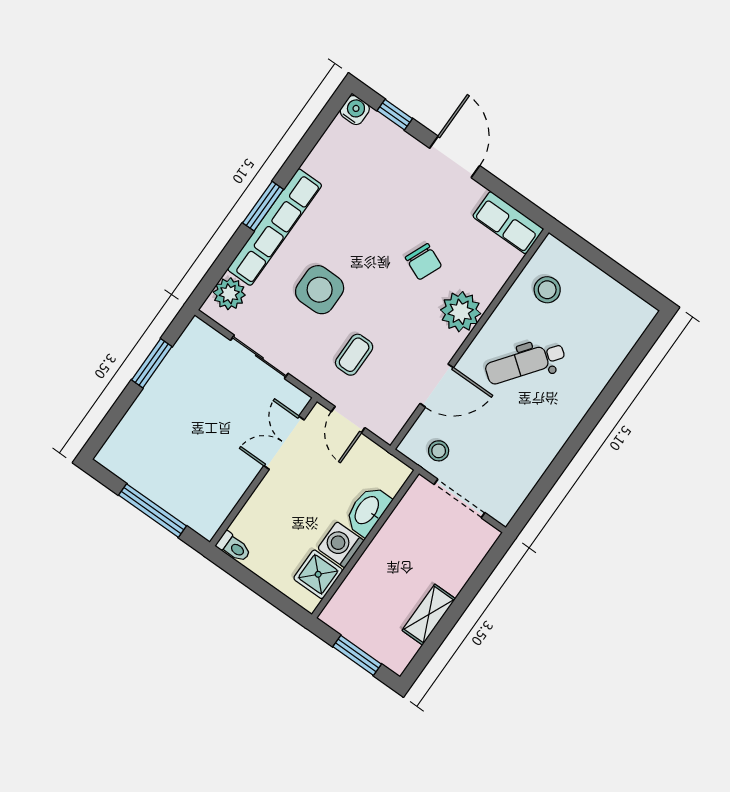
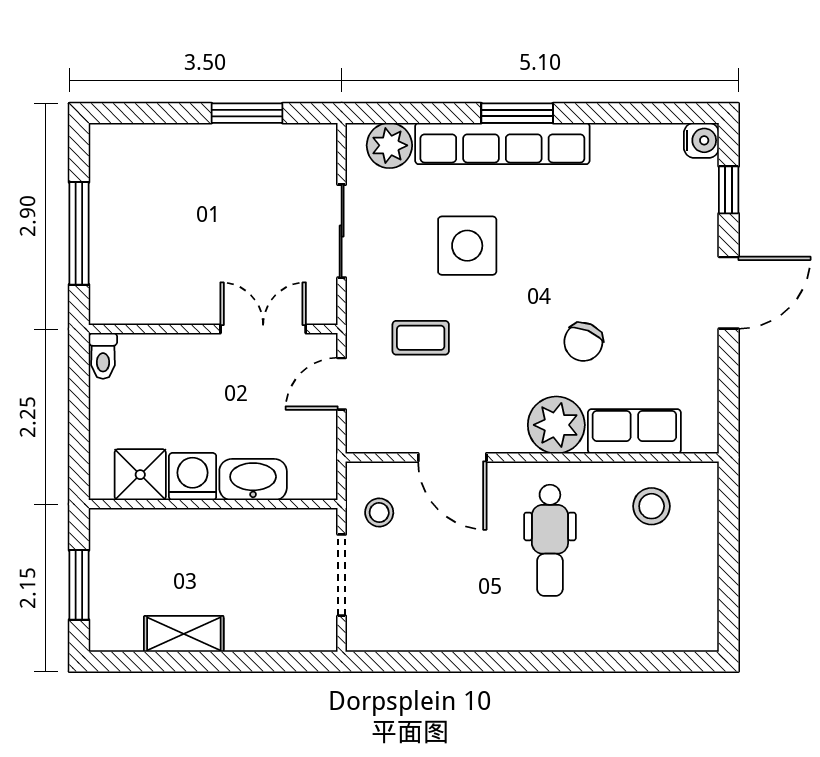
row of seats: (508, 223) -> (634, 431), moved, turned 90
dental chair: (525, 363) -> (550, 540), turned -127

